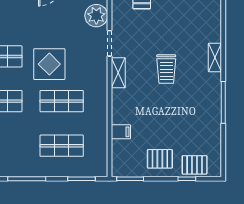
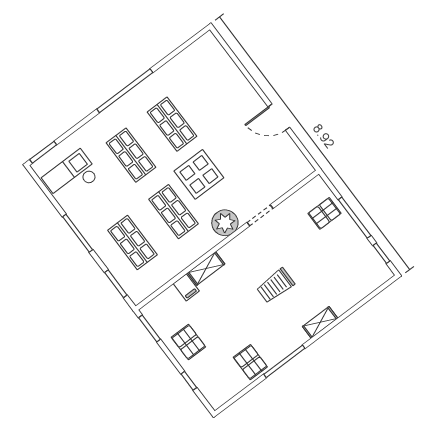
plant: (96, 16) -> (225, 223), moved
shelving: (118, 73) -> (206, 268), moved
pallet: (195, 165) -> (250, 362), moved

